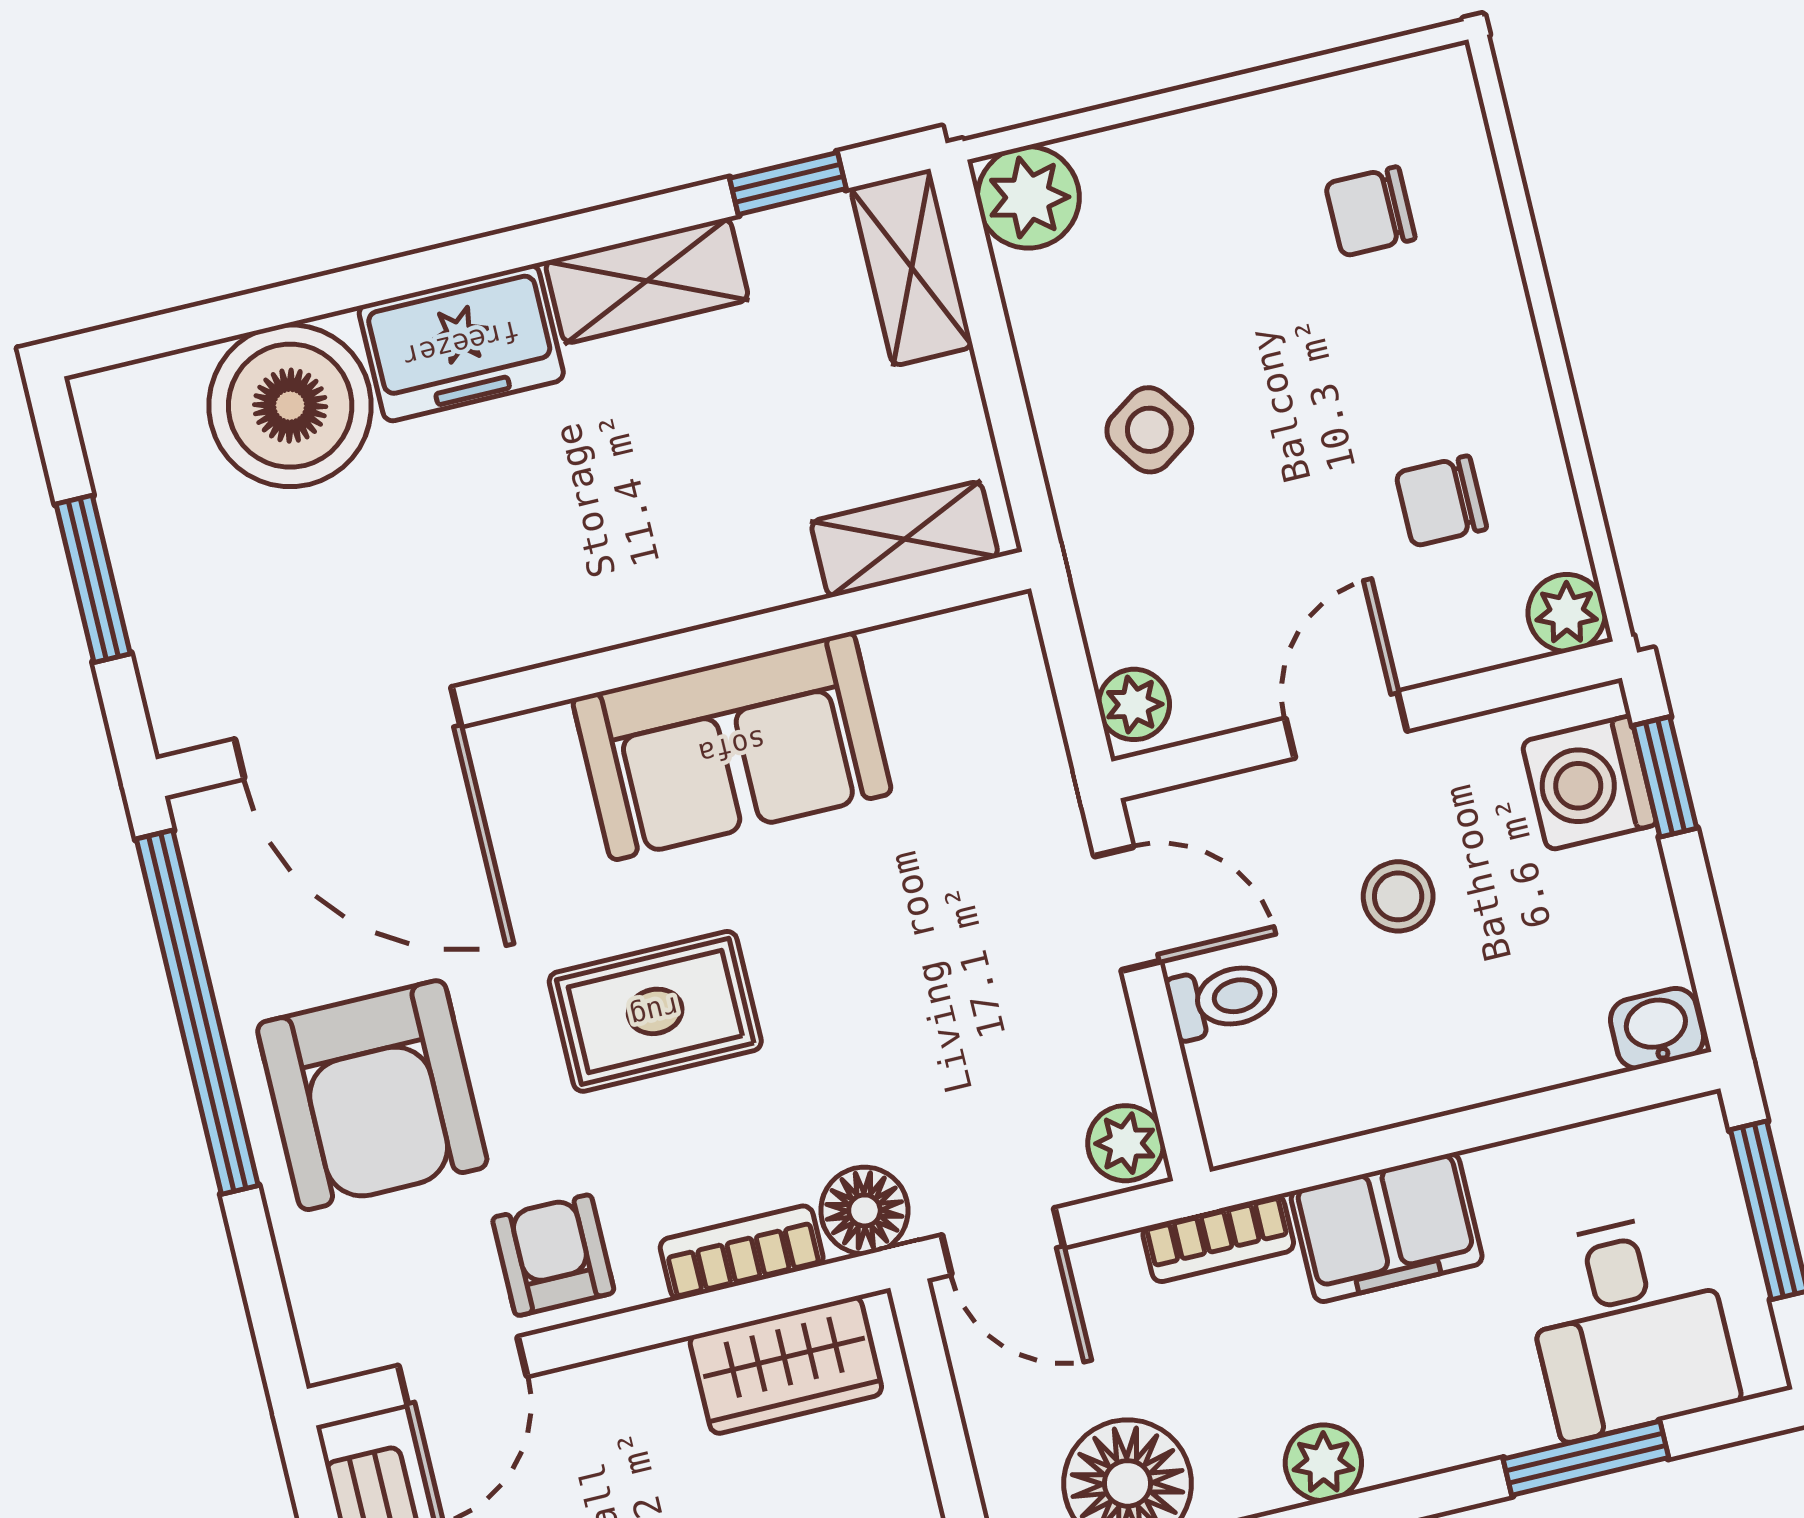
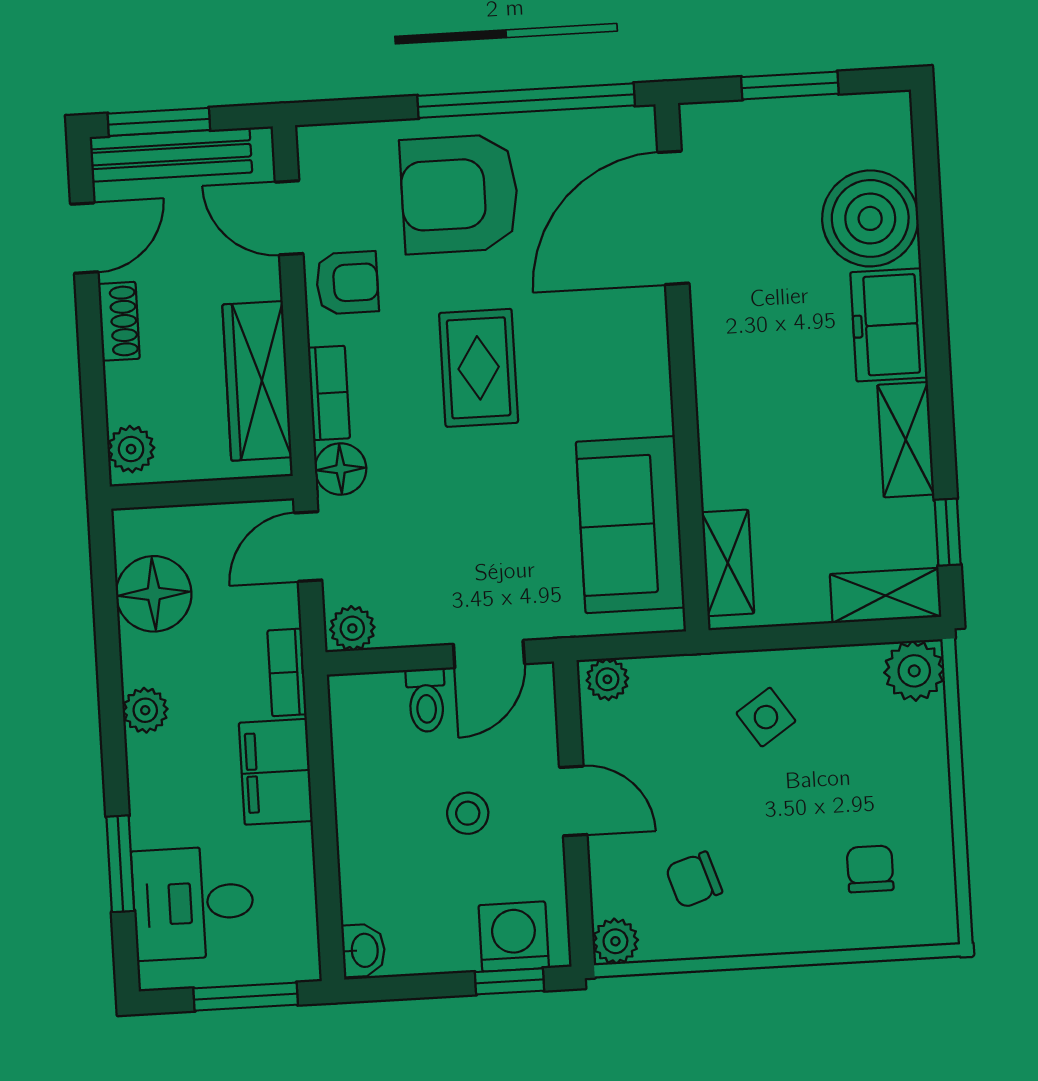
chair: (1441, 501) -> (694, 880), turned -108
sofa: (732, 746) -> (630, 525), moved
wardrobe: (786, 1365) -> (257, 381), width x1.50

